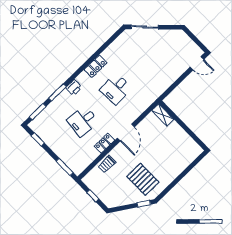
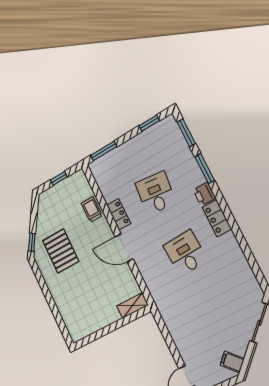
filing cabinet: (176, 37) -> (232, 362), added
locker: (96, 66) -> (217, 218), moved
pallet: (143, 179) -> (61, 251), turned 90

